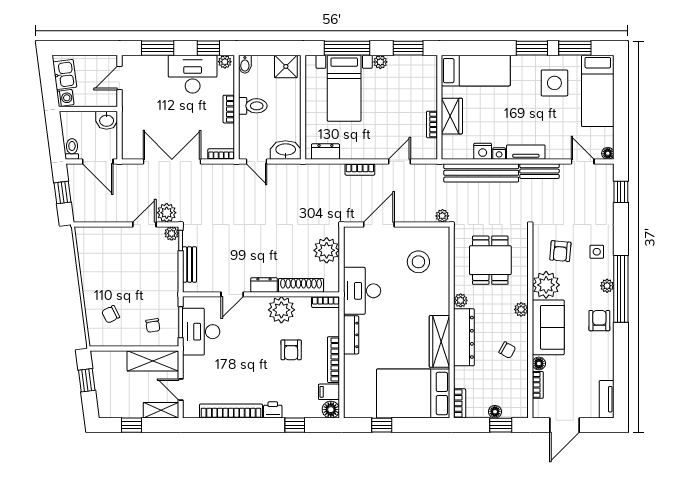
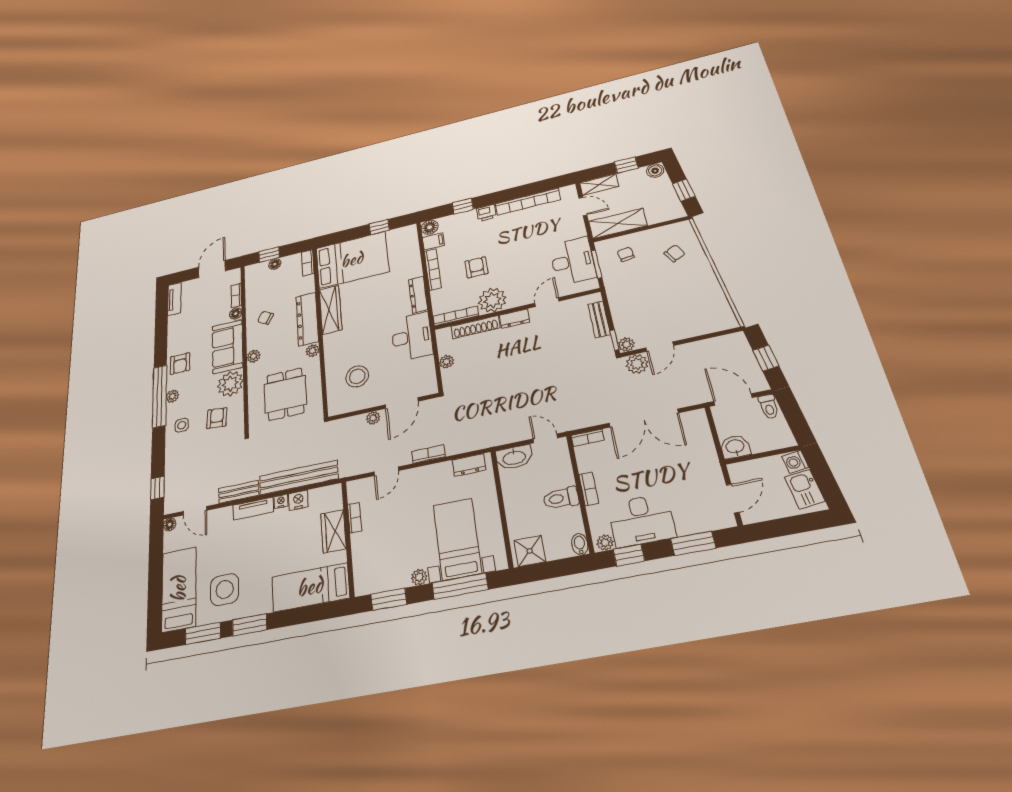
plant: (442, 216) -> (373, 418), moved
plant: (327, 250) -> (447, 362), width x0.53, depth x0.53
bookcase: (326, 302) -> (456, 316), width x1.56
boiler: (107, 410) -> (655, 171), added

